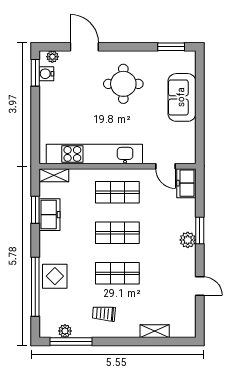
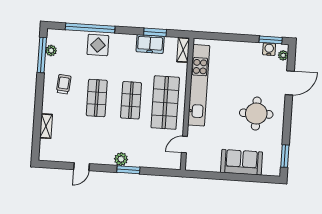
freezer: (186, 183) -> (169, 161), removed
shop shelf: (117, 192) -> (165, 103), width x1.43, depth x1.36

